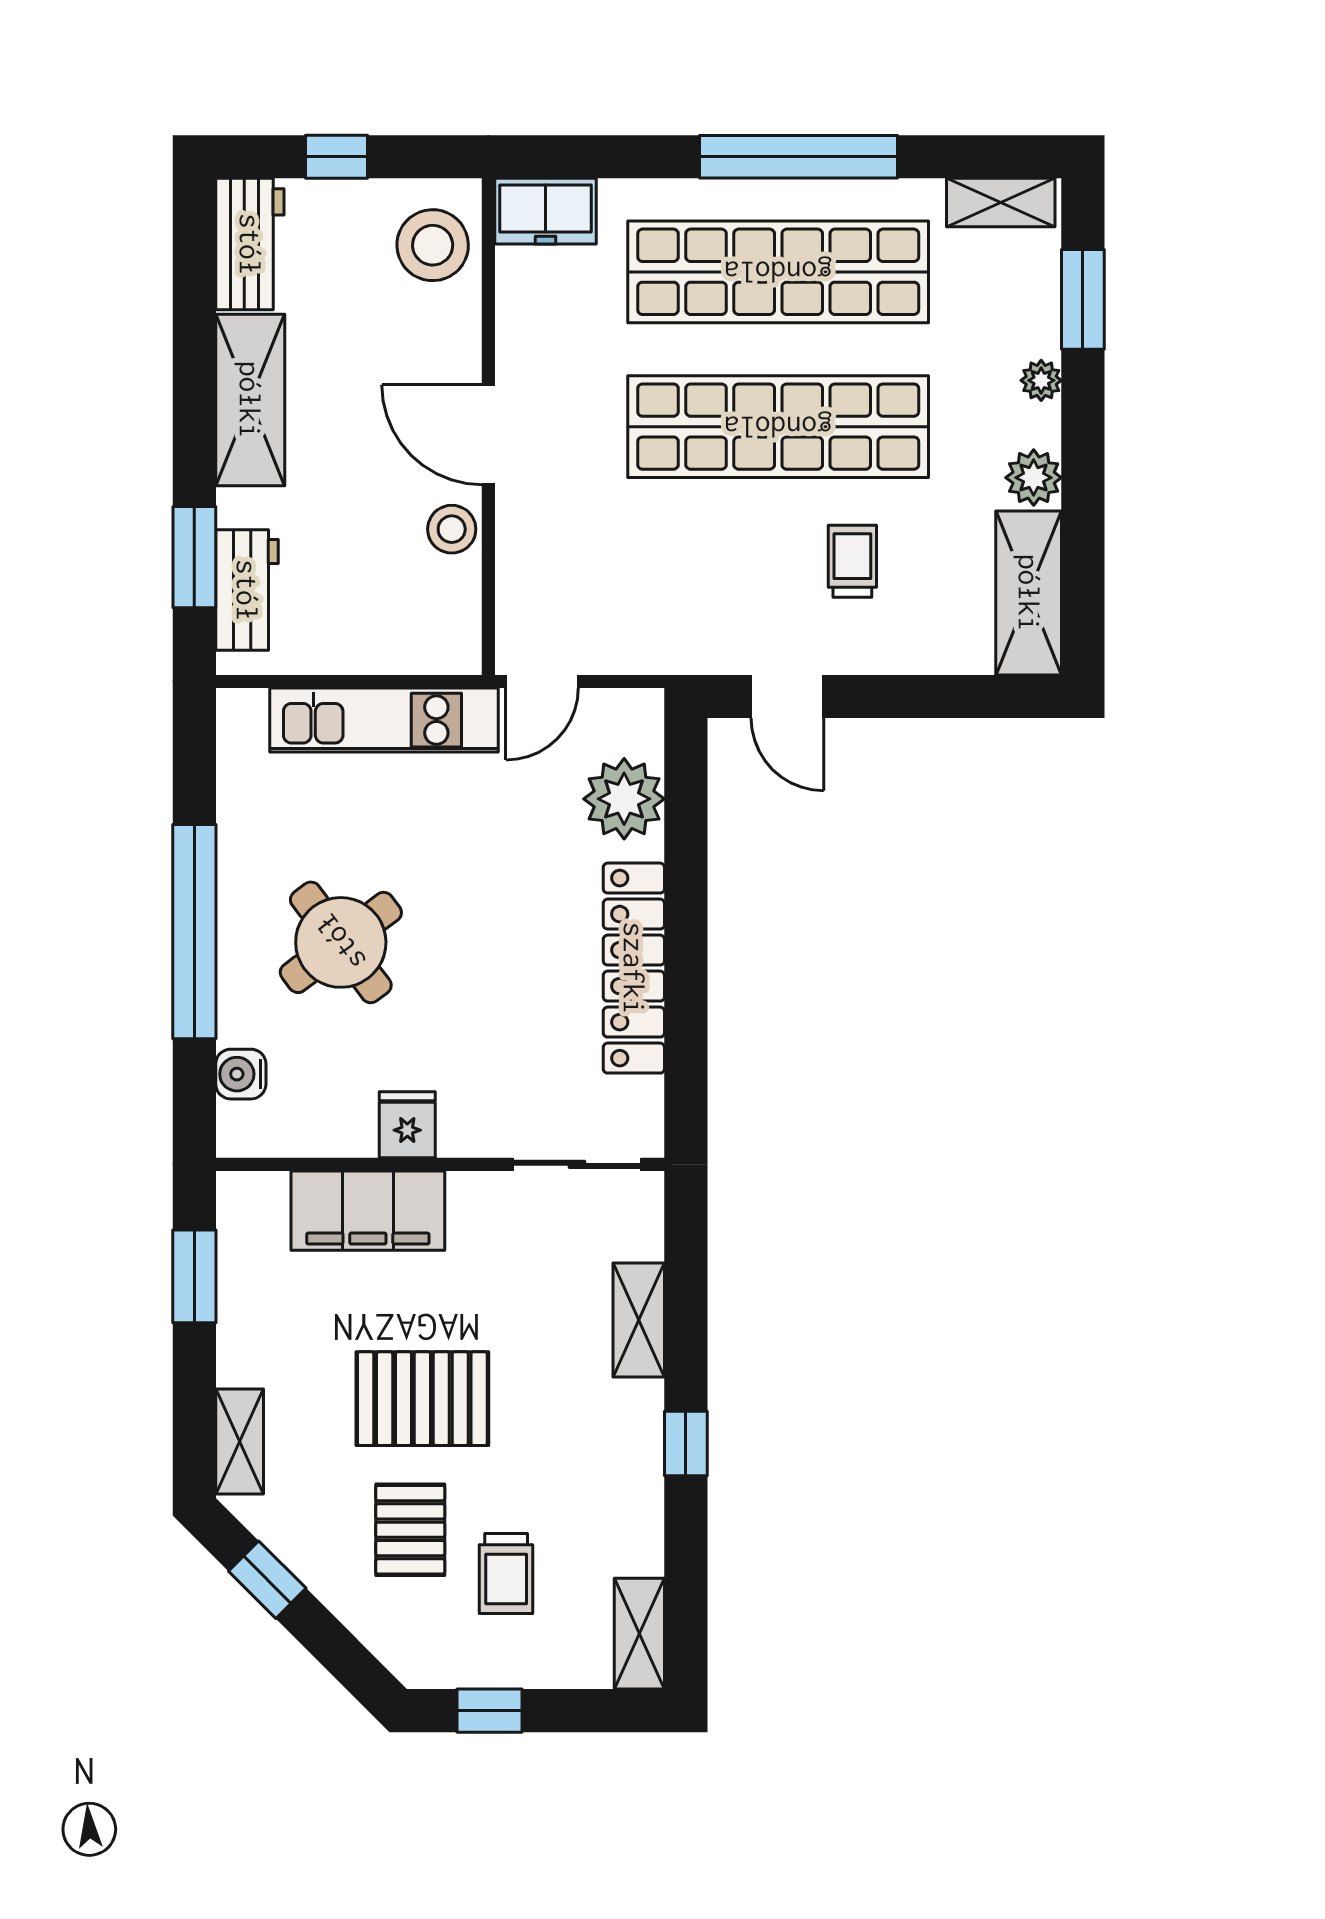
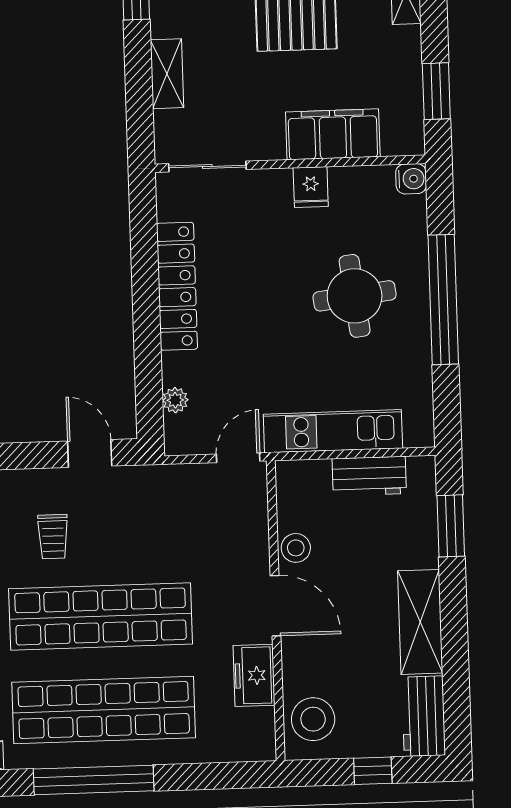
freezer: (546, 211) -> (254, 675), moved, turned -90
workbench: (247, 590) -> (369, 476), moved, turned -90
plant: (624, 799) -> (175, 400), width x0.53, depth x0.53
round table: (341, 942) -> (355, 296), turned 30
water cooler: (241, 1074) -> (411, 179), moved

